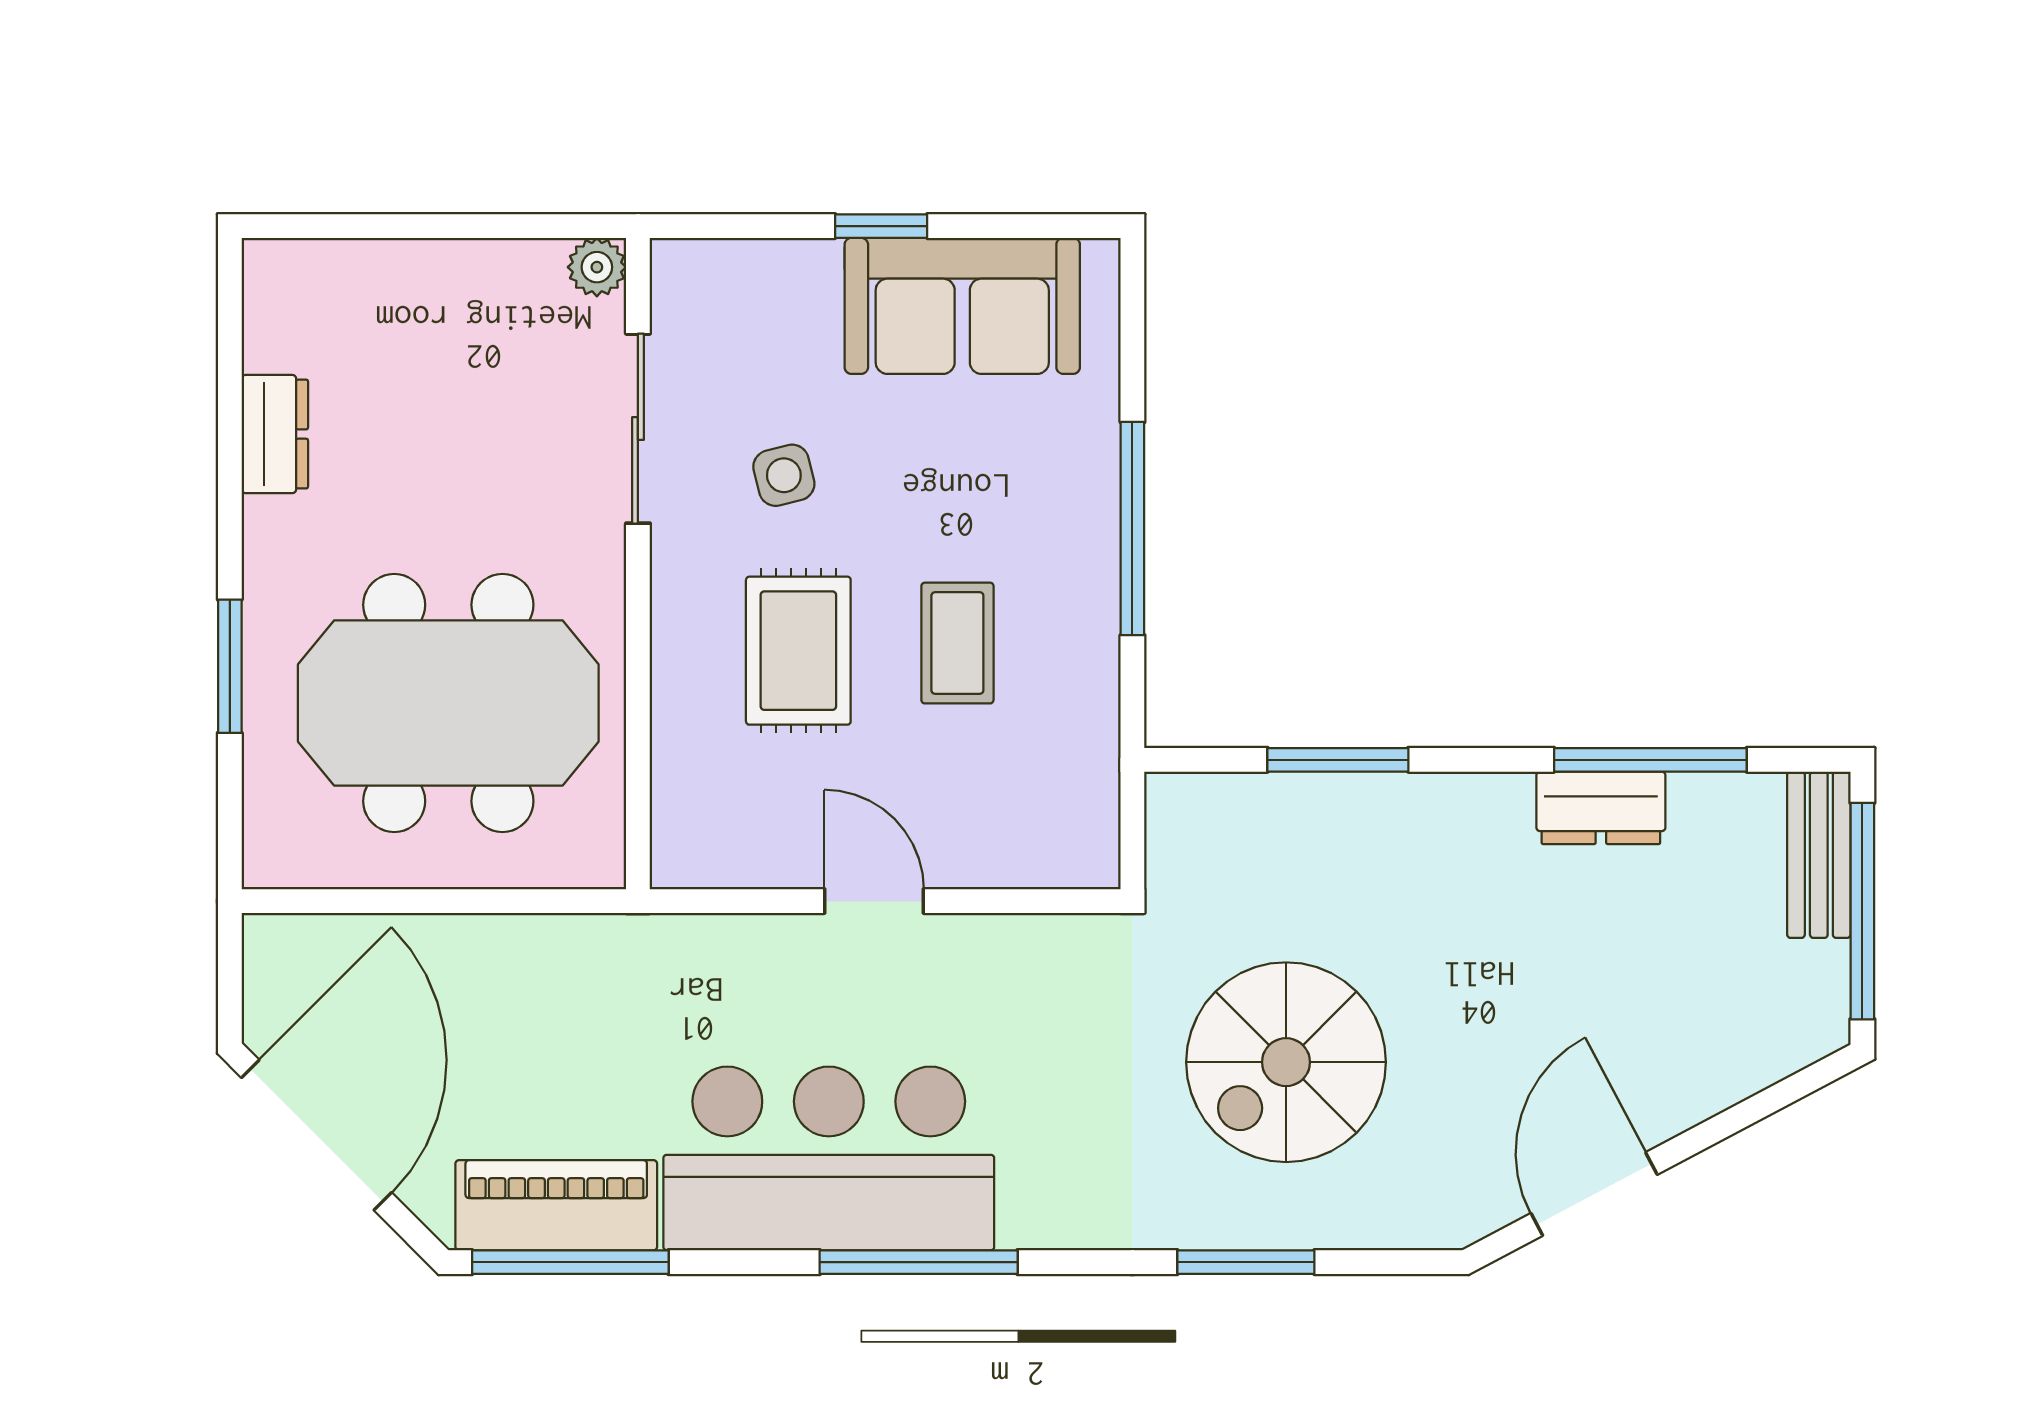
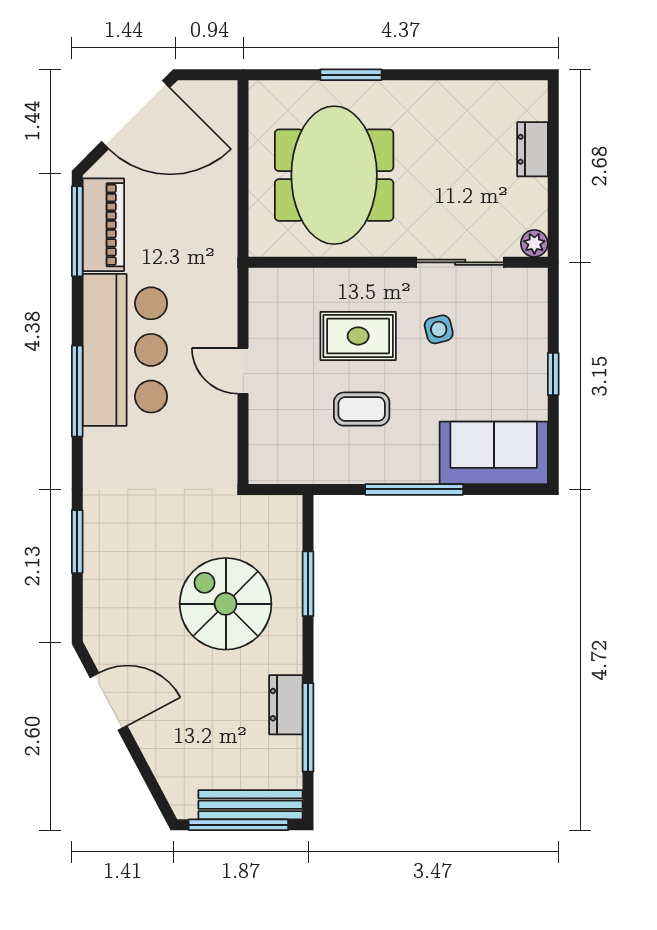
sofa: (962, 306) -> (494, 453), moved, turned 90
dresser: (275, 434) -> (533, 149), moved, turned 90
bench: (1819, 855) -> (250, 805), width x1.36
door: (874, 901) -> (243, 371), swing flipped
spiral stairs: (1286, 1062) -> (226, 604), moved

